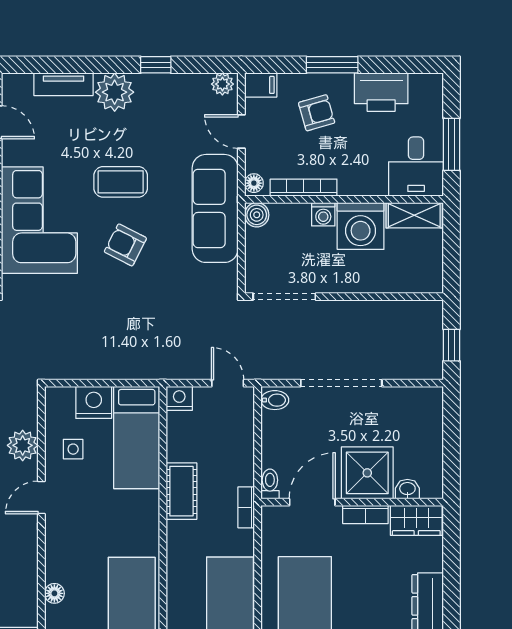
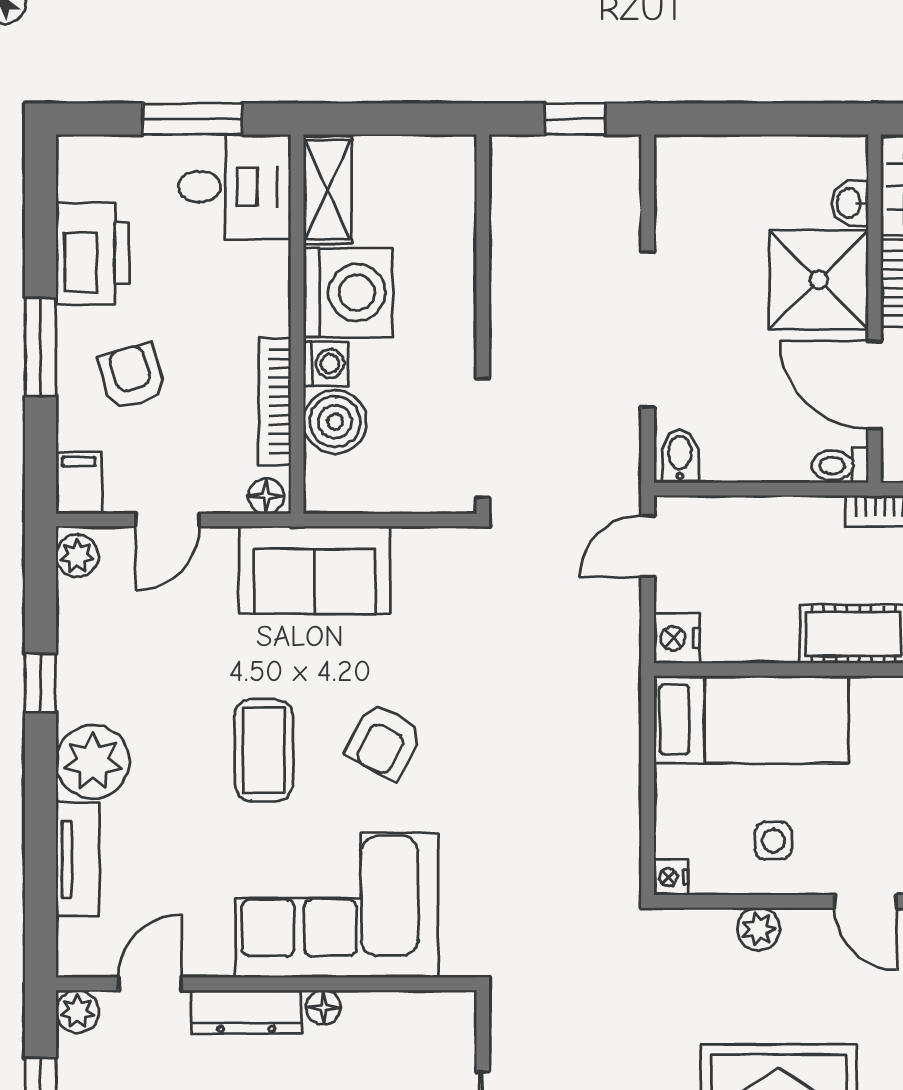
sofa: (215, 208) -> (314, 570), width x0.73
boiler: (257, 215) -> (335, 422), moved, width x1.36, depth x1.36
nightstand: (94, 402) -> (671, 877), moved, width x0.53, depth x0.56
plant: (23, 445) -> (758, 929), width x0.73, depth x0.73

